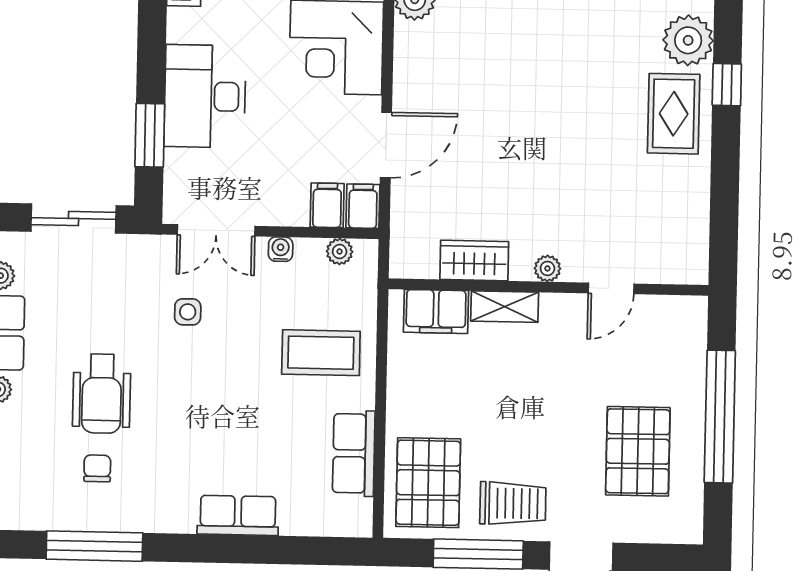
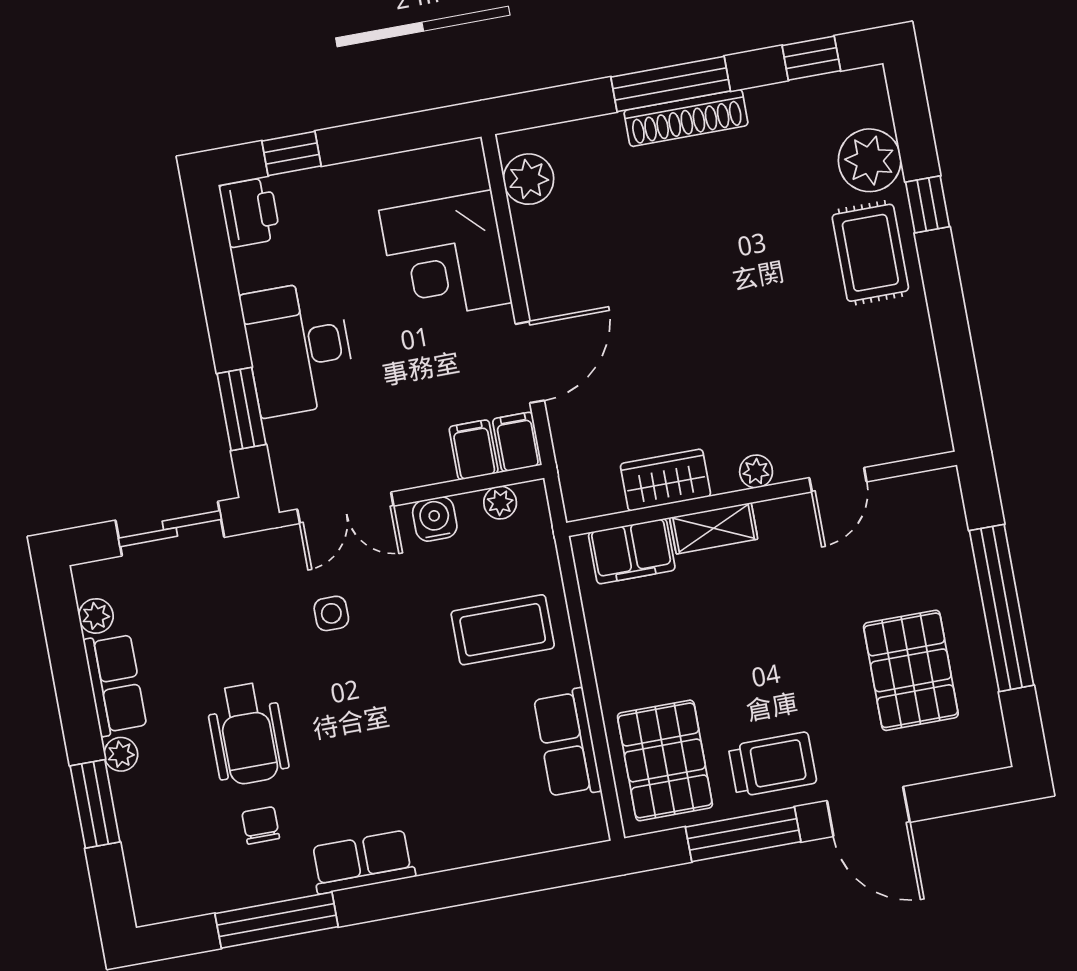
water cooler: (281, 249) -> (435, 519), width x1.38, depth x1.38
row of seats: (238, 515) -> (363, 862), moved

